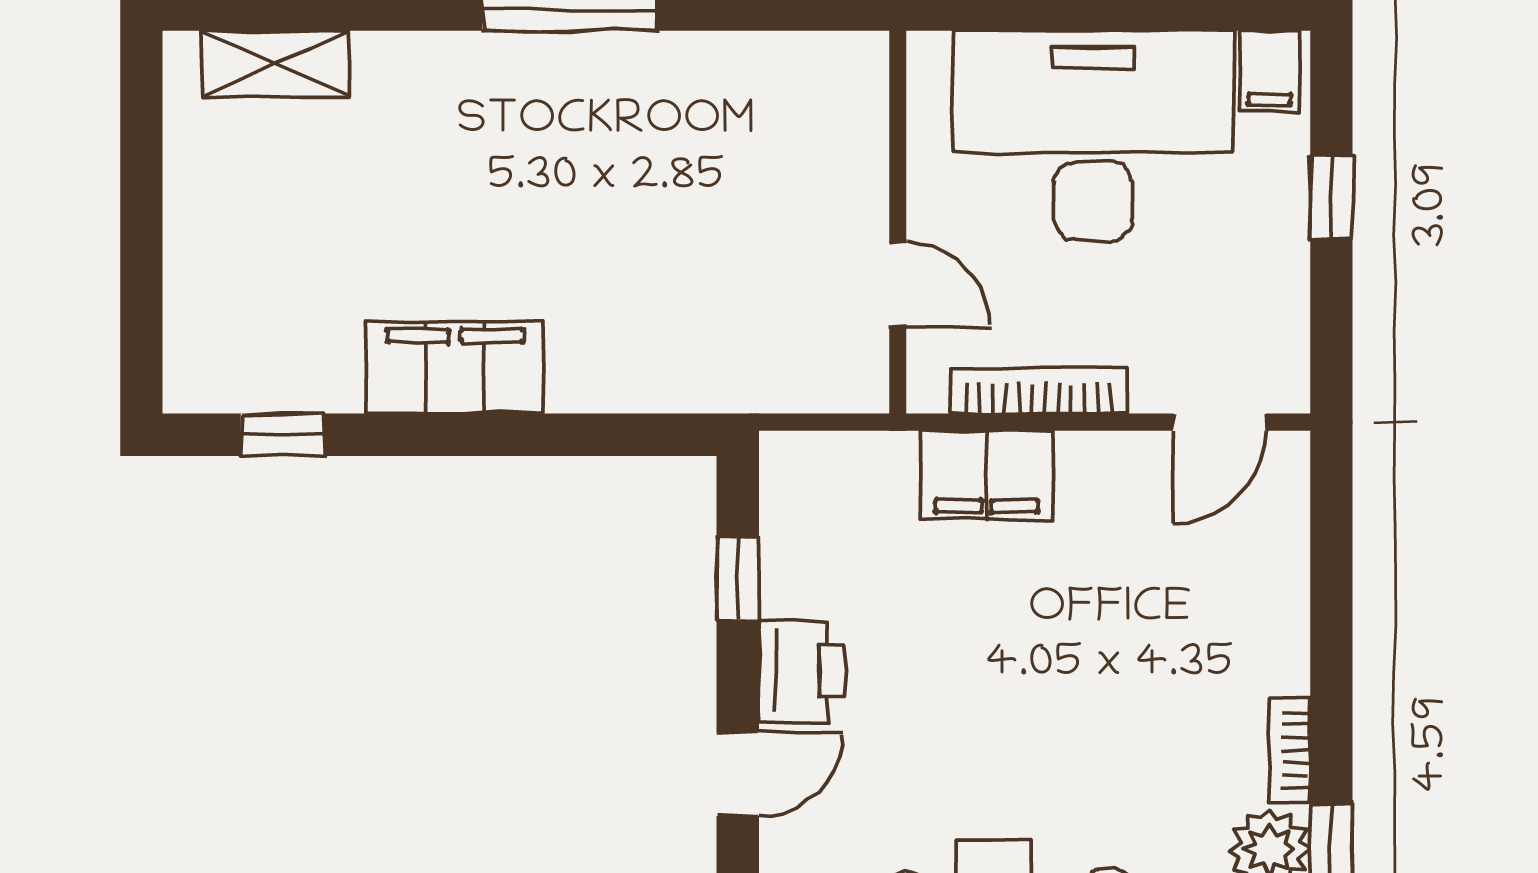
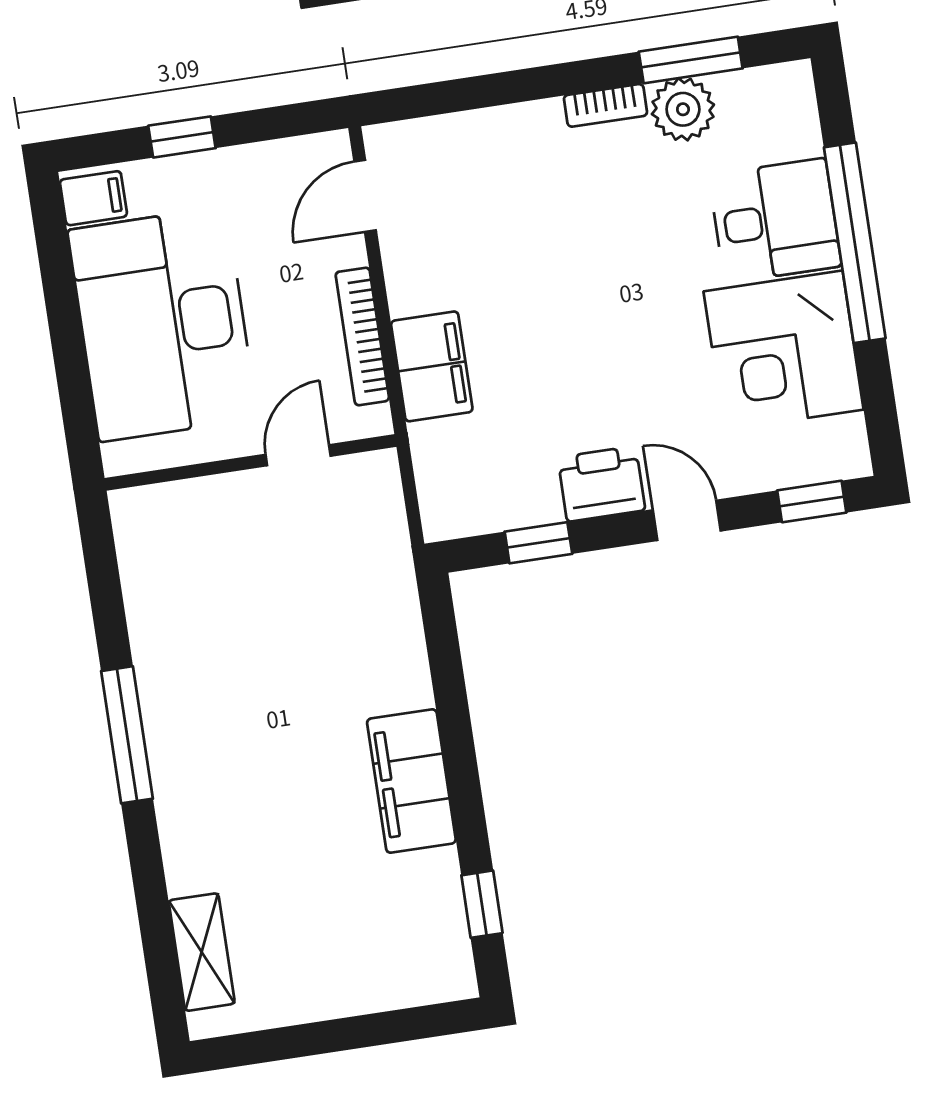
door: (1220, 422) -> (365, 196), swing flipped

